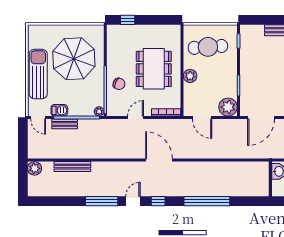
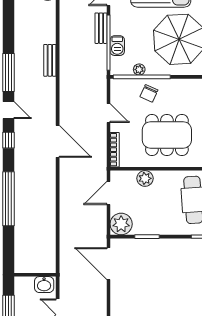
plant: (190, 76) -> (145, 178), moved
barbecue: (59, 110) -> (117, 46), moved
plant: (99, 111) -> (139, 69), moved
door: (159, 160) -> (58, 141), hinge flipped
bench: (72, 167) -> (50, 60), moved, width x0.73

